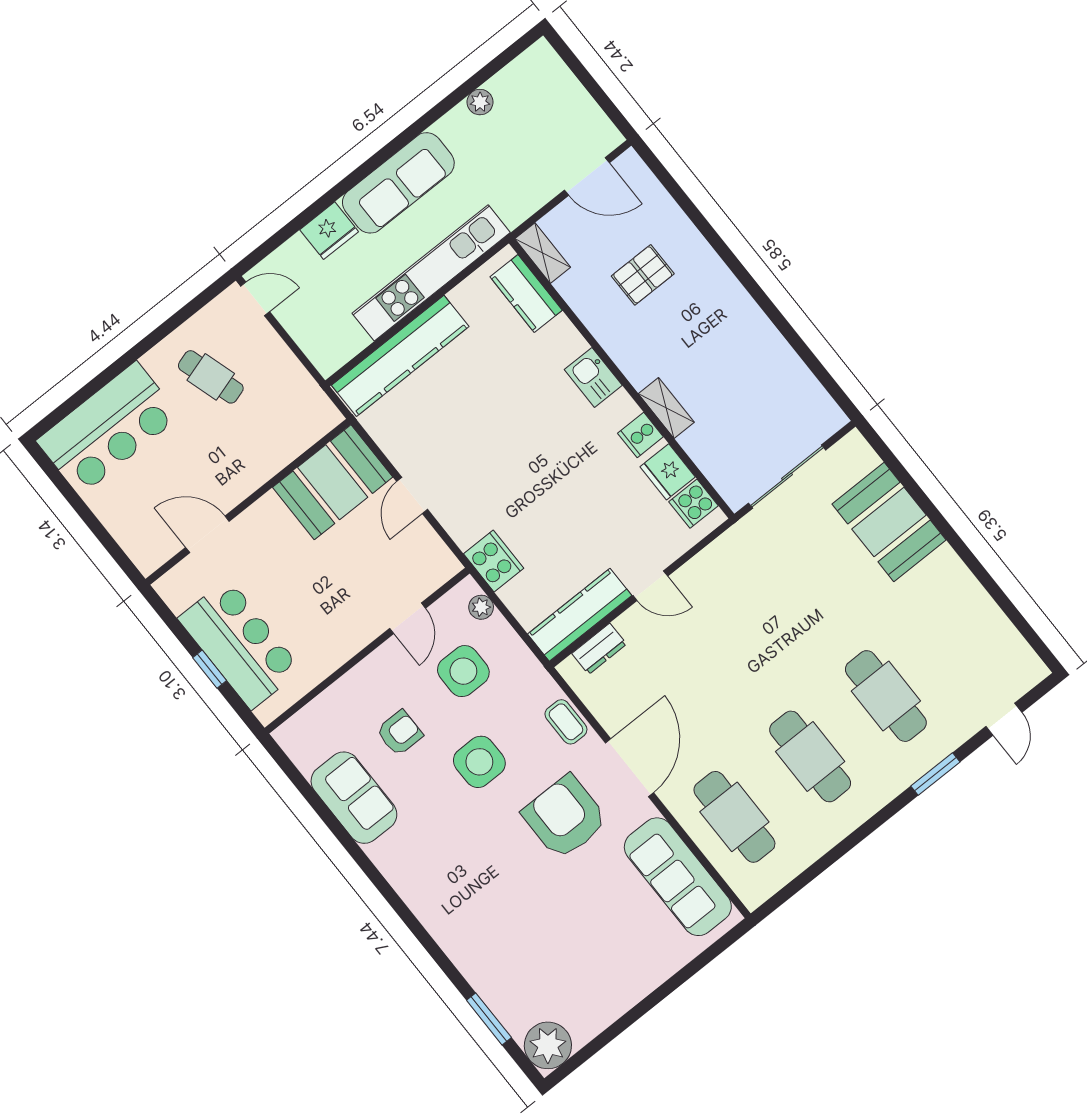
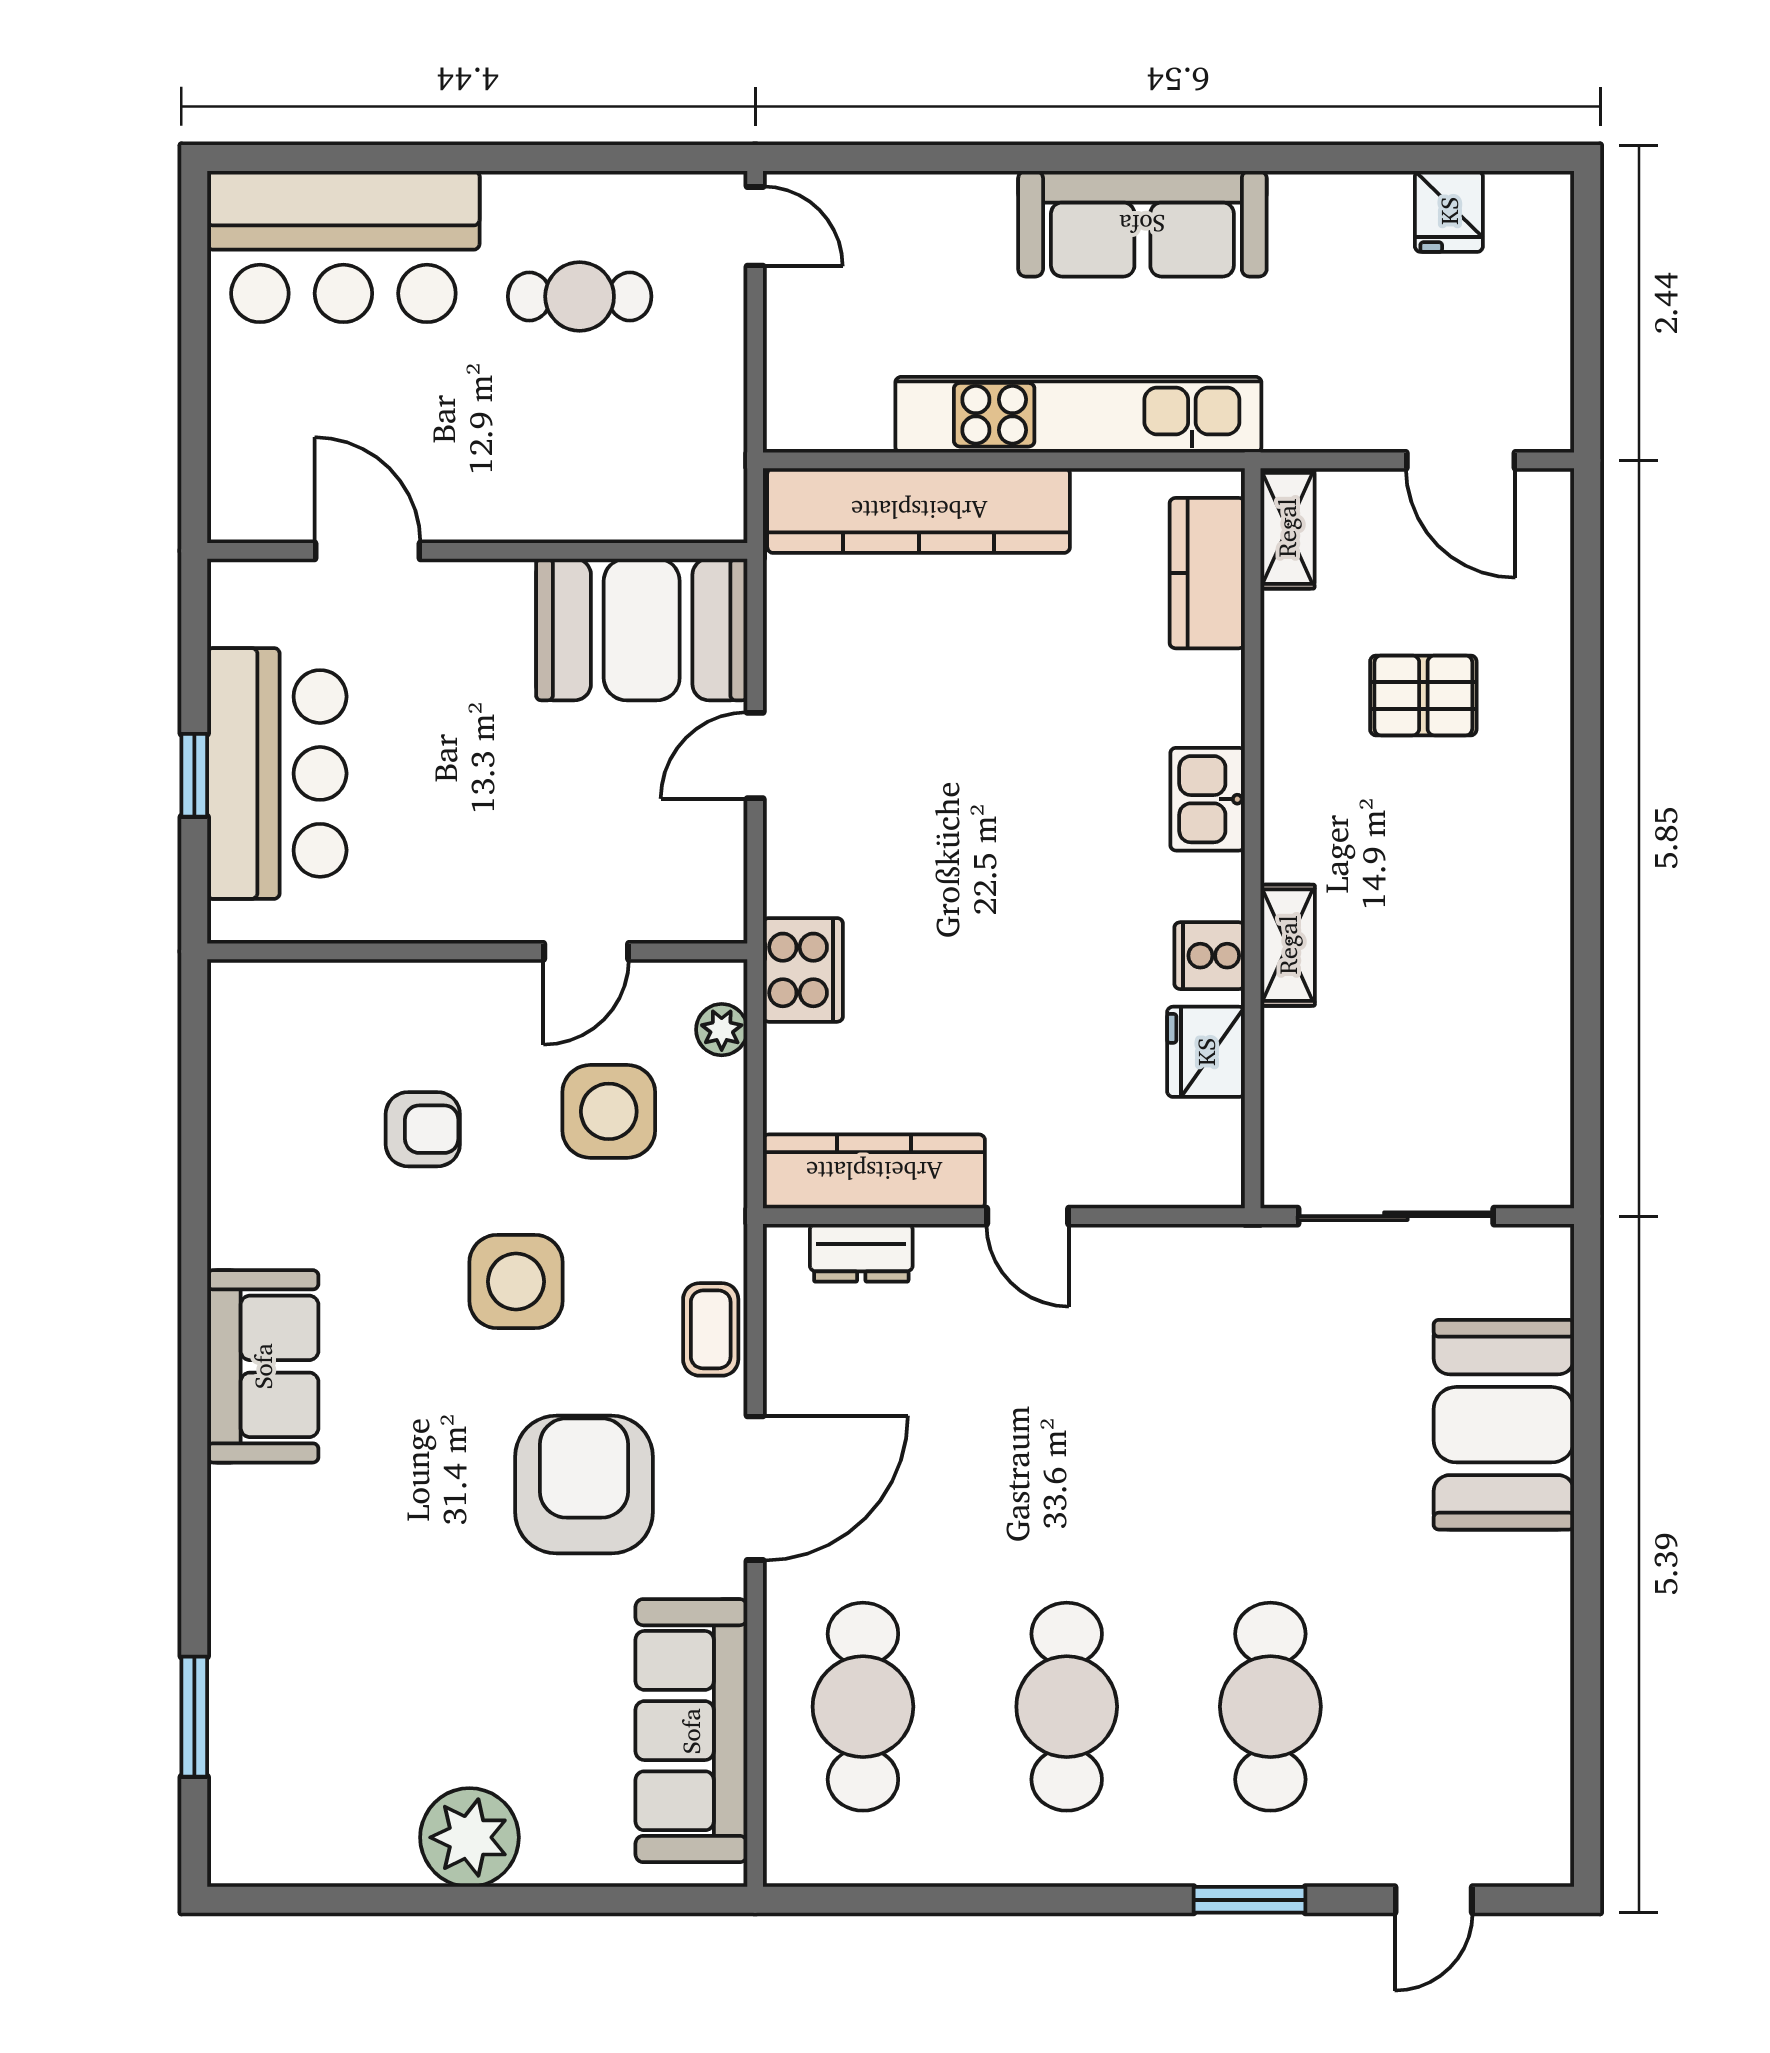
plant: (480, 102) -> (1383, 198), removed
fridge: (329, 231) -> (1449, 211), moved, width x0.72
cafe table: (211, 377) -> (580, 296), turned -73
cooker: (694, 504) -> (1207, 1138), removed
sofa: (354, 798) -> (263, 1366), moved
plant: (548, 1045) -> (469, 1837), moved

